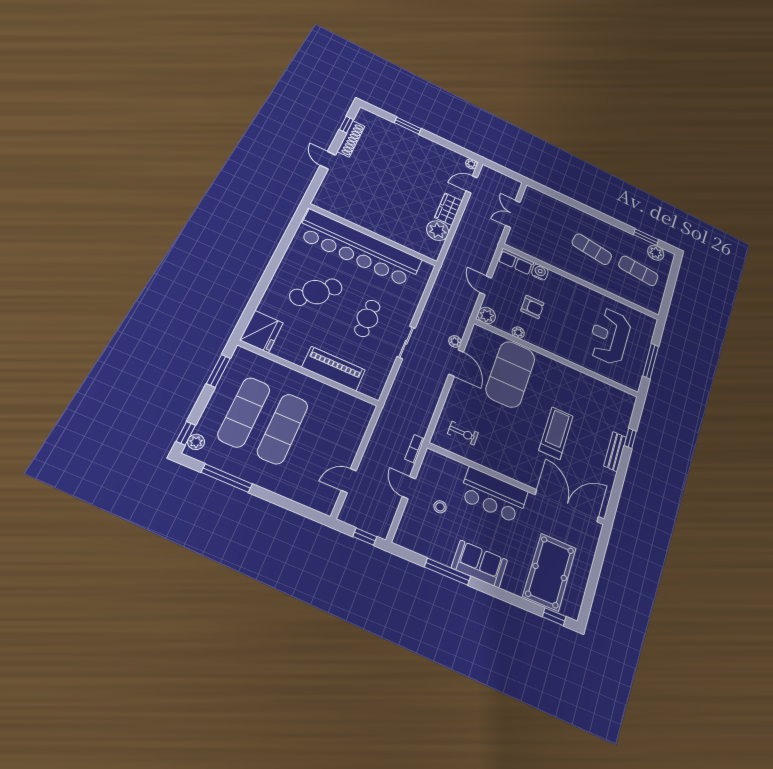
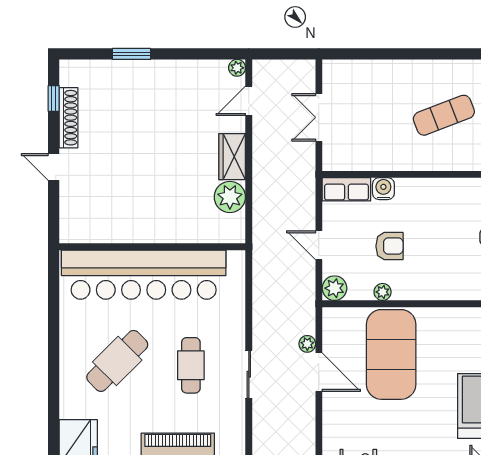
exercise mat: (592, 249) -> (444, 115), turned -30

